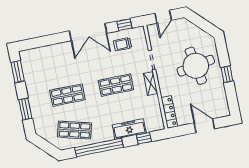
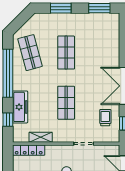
shelving: (150, 84) -> (41, 137), moved
shop shelf: (75, 130) -> (30, 53), turned -30

